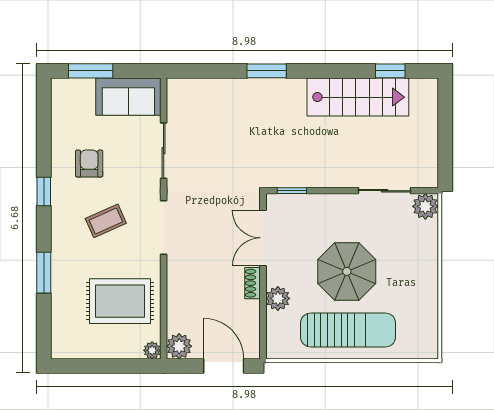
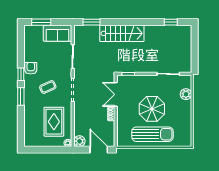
window: (267, 71) -> (92, 22), moved
stairs: (358, 97) -> (122, 33), moved
armchair: (89, 164) -> (31, 68), moved
plant: (425, 206) -> (186, 94), moved
window: (44, 273) -> (21, 97), moved
plant: (278, 298) -> (122, 121), removed
rug: (120, 301) -> (54, 122), turned 90

